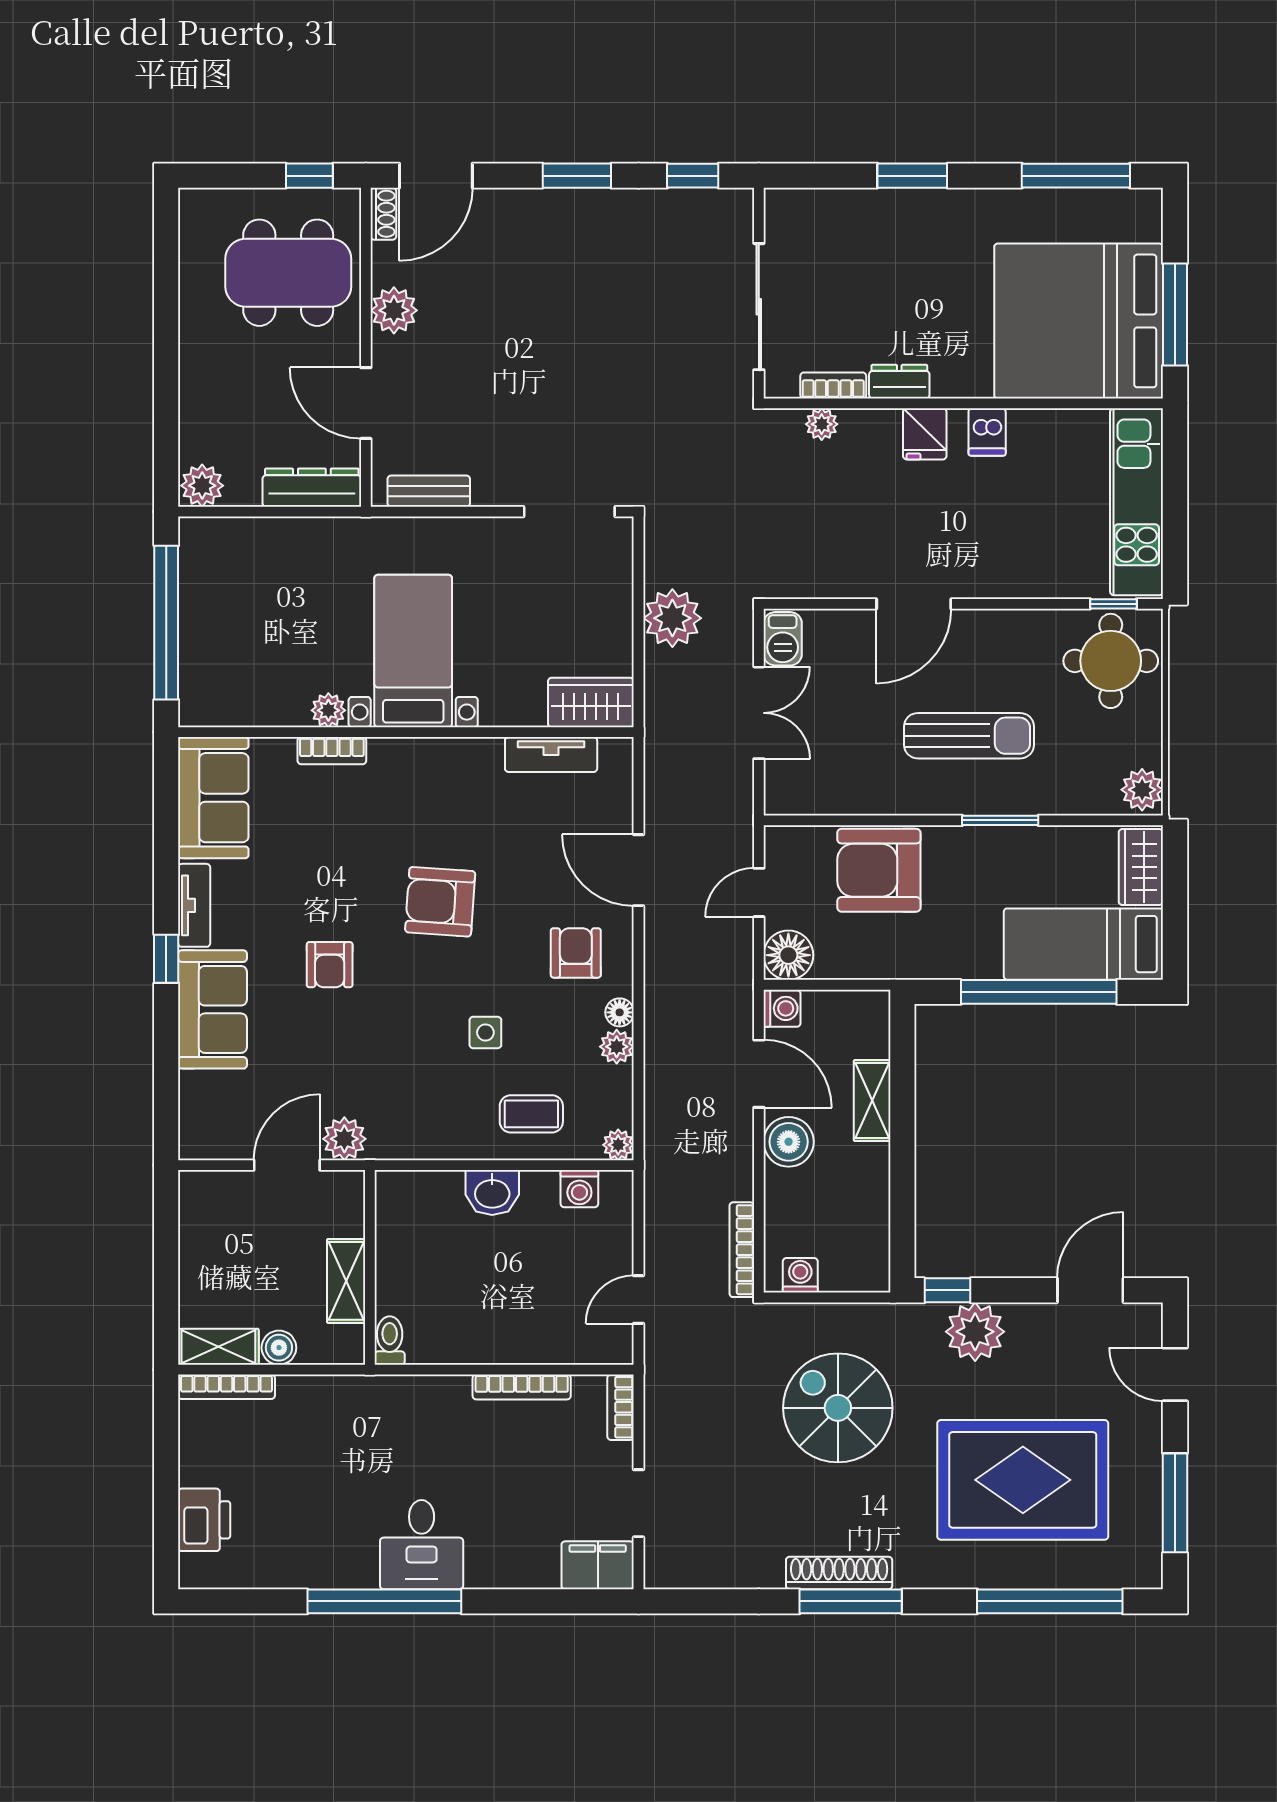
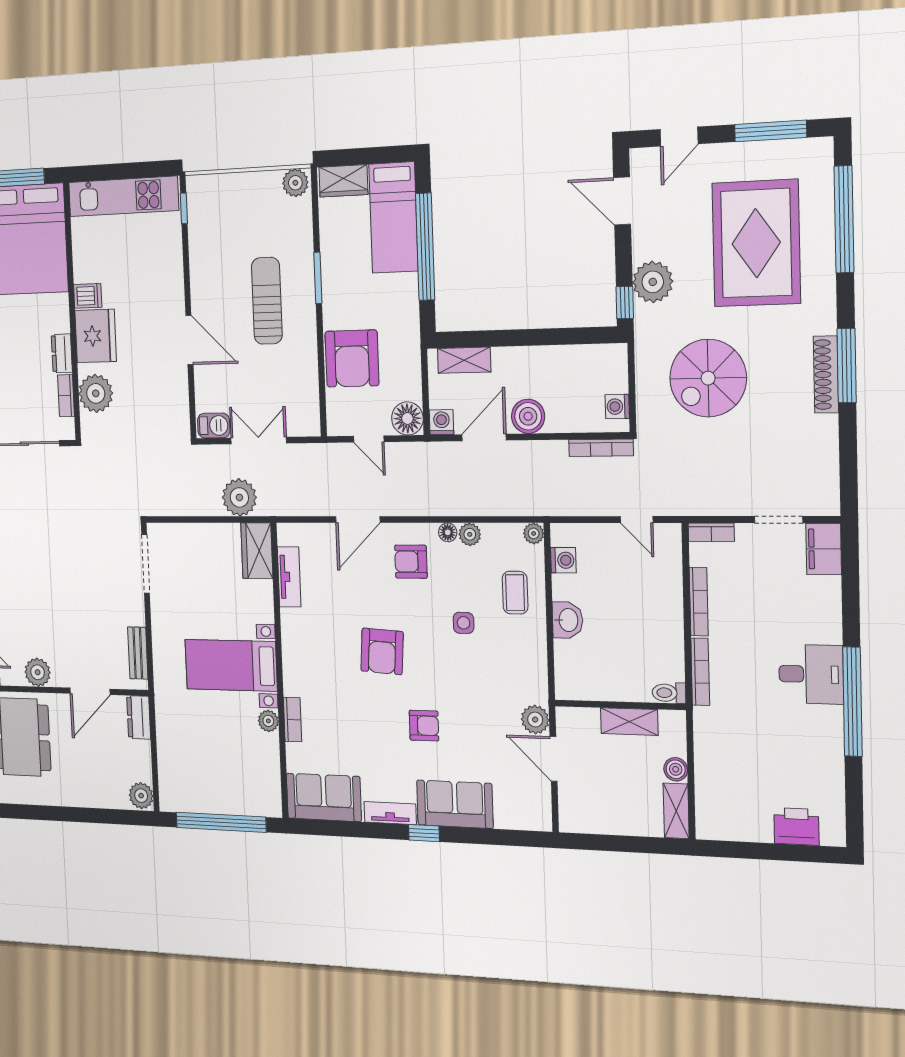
plant: (822, 424) -> (96, 393), width x1.88, depth x1.88
fridge: (925, 434) -> (96, 336), width x1.88, depth x1.34
dresser: (312, 488) -> (139, 717), width x0.70
plant: (672, 618) -> (239, 497), moved
round table: (1111, 661) -> (218, 208), removed
shelving: (872, 1101) -> (464, 360), moved
bookcase: (226, 1387) -> (700, 672), moved

